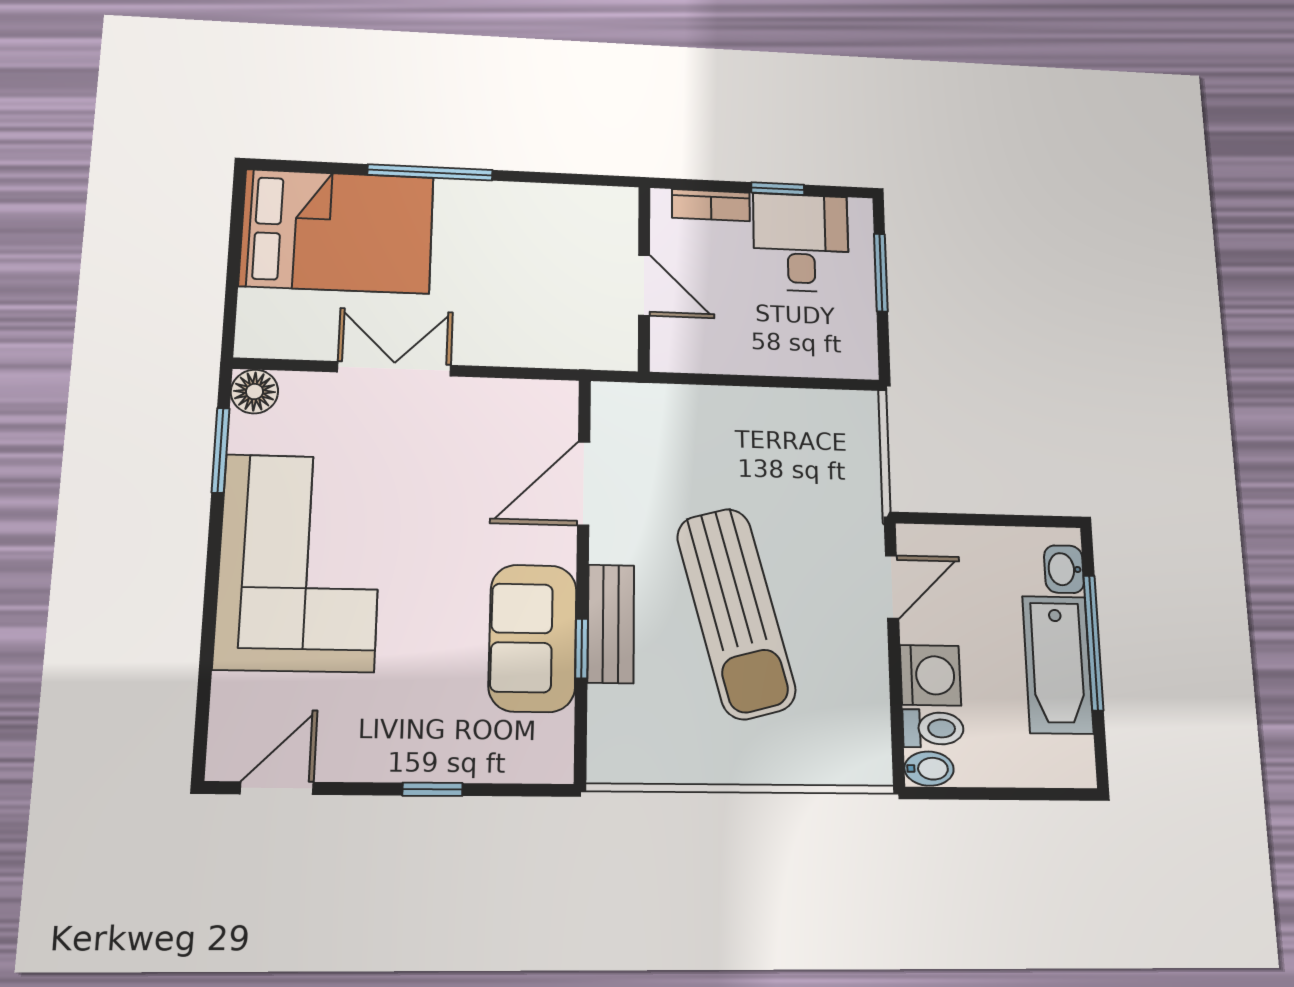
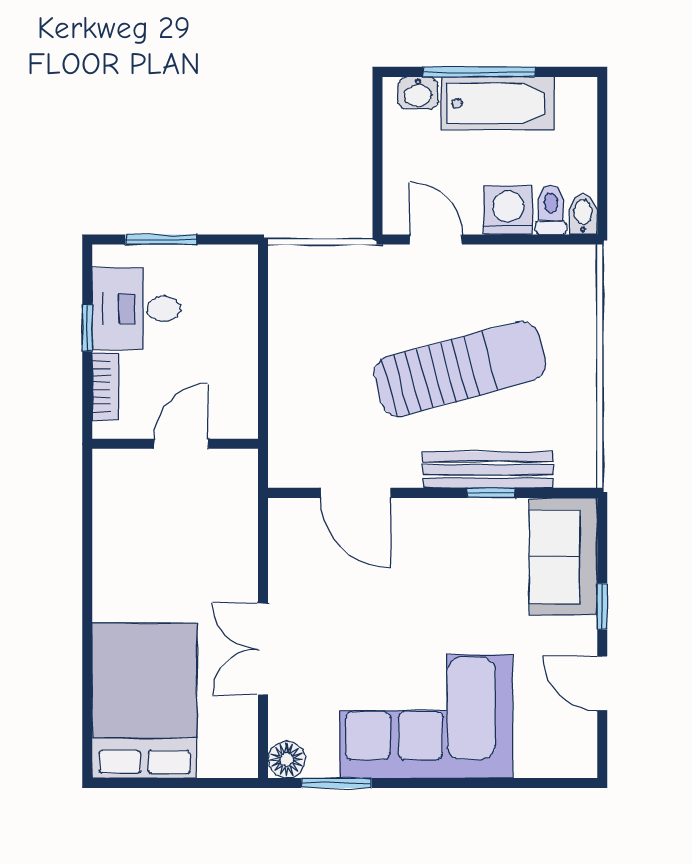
window: (430, 172) -> (87, 626), removed
bench: (611, 624) -> (488, 470), width x1.36
sofa: (533, 638) -> (563, 557), moved, turned 90
door: (277, 788) -> (602, 683), moved

